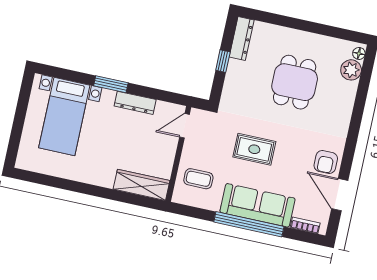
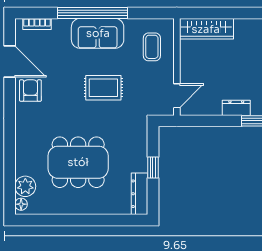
dining table: (295, 82) -> (78, 162), width x1.38
dresser: (135, 103) -> (236, 108), width x0.70
coffee table: (198, 179) -> (152, 47), turned 90
sofa: (257, 205) -> (98, 33), width x0.73

